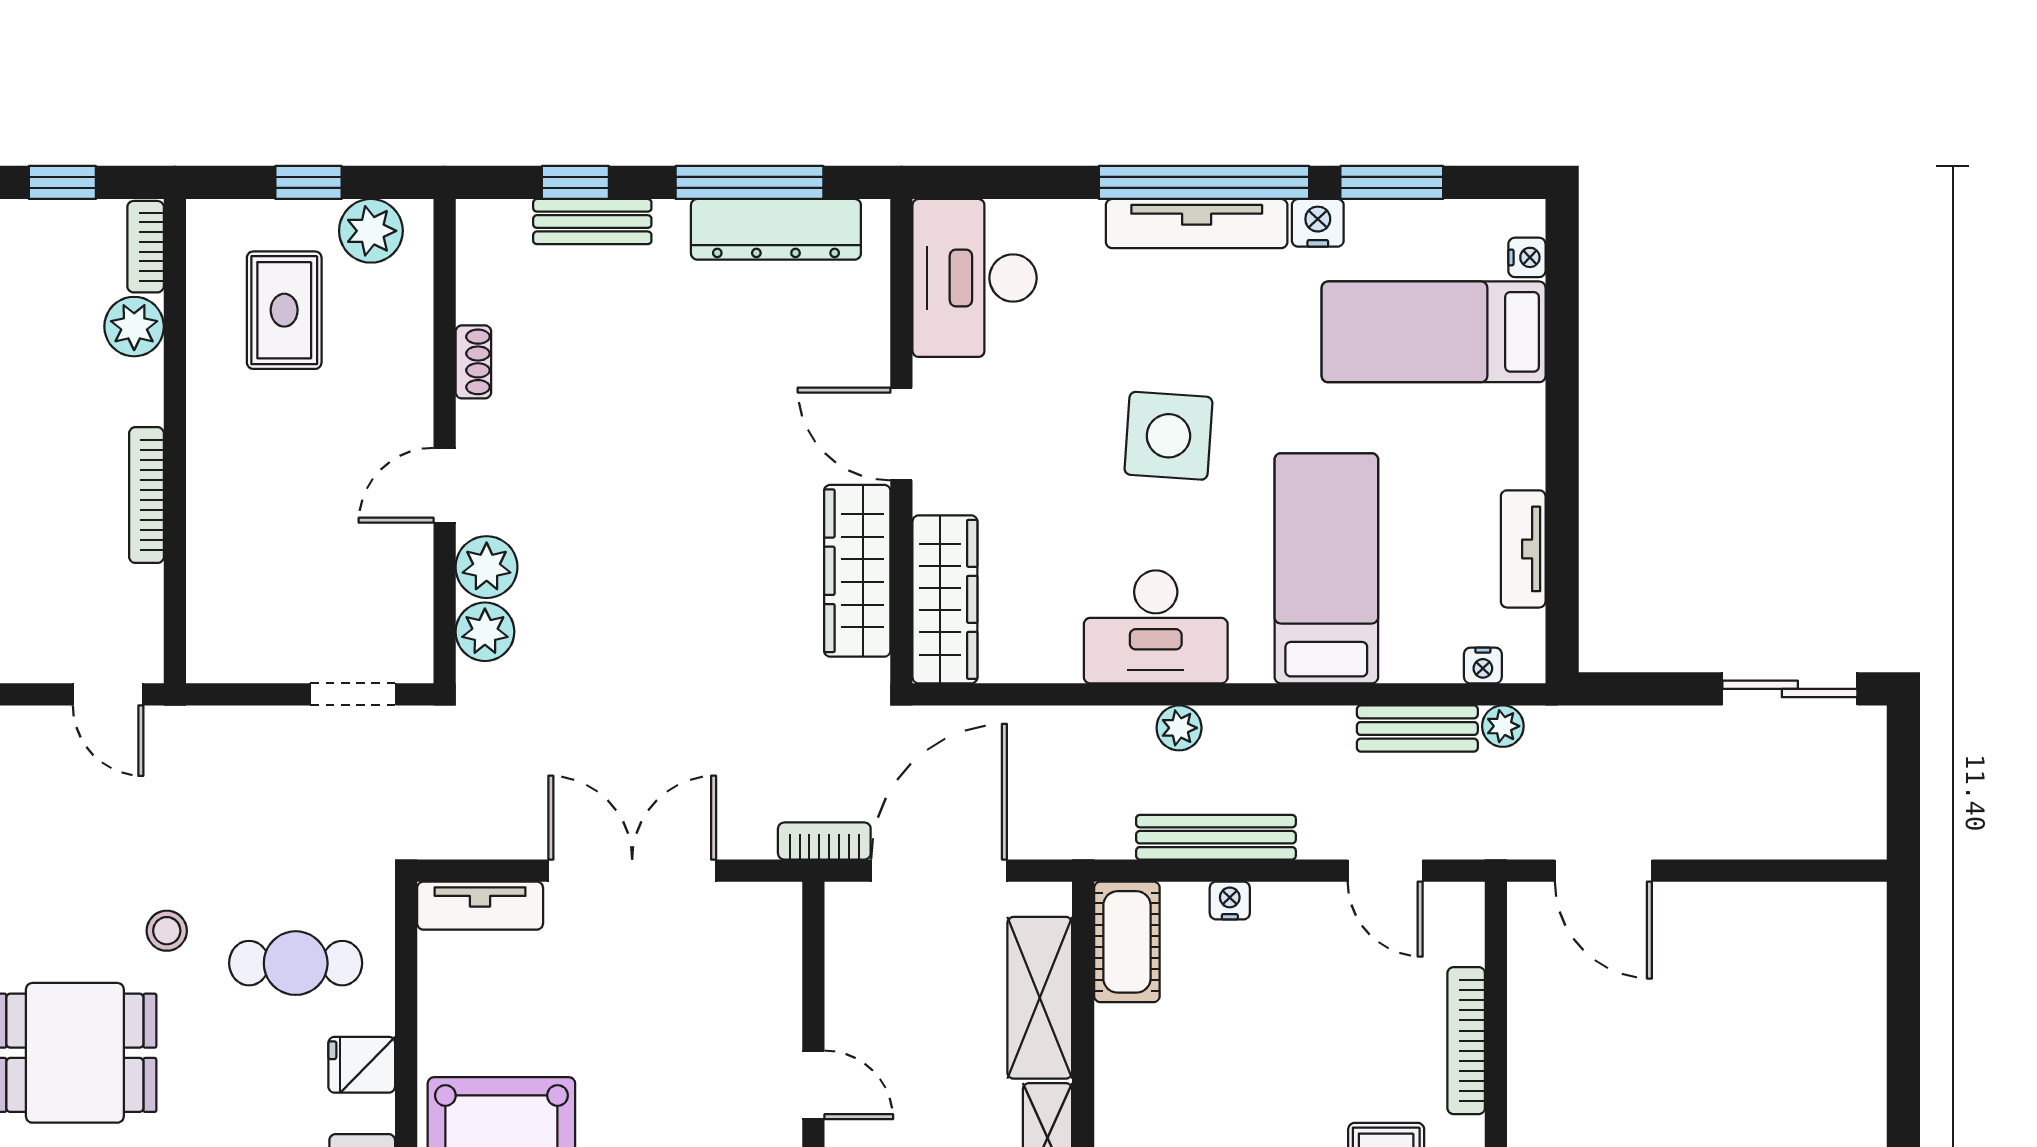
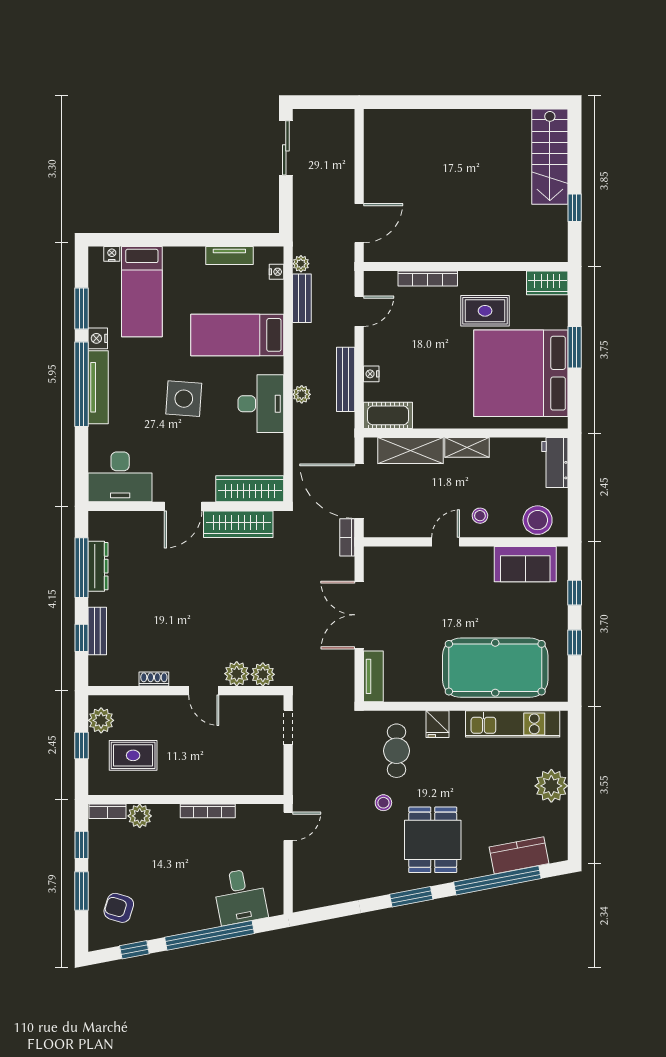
dresser: (776, 229) -> (98, 566), width x0.73, depth x0.80

